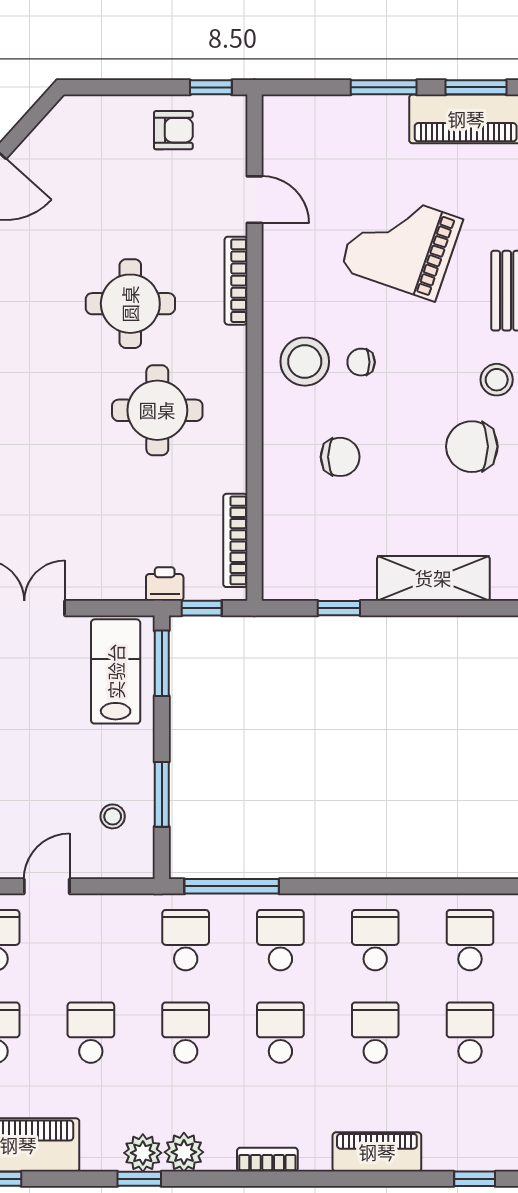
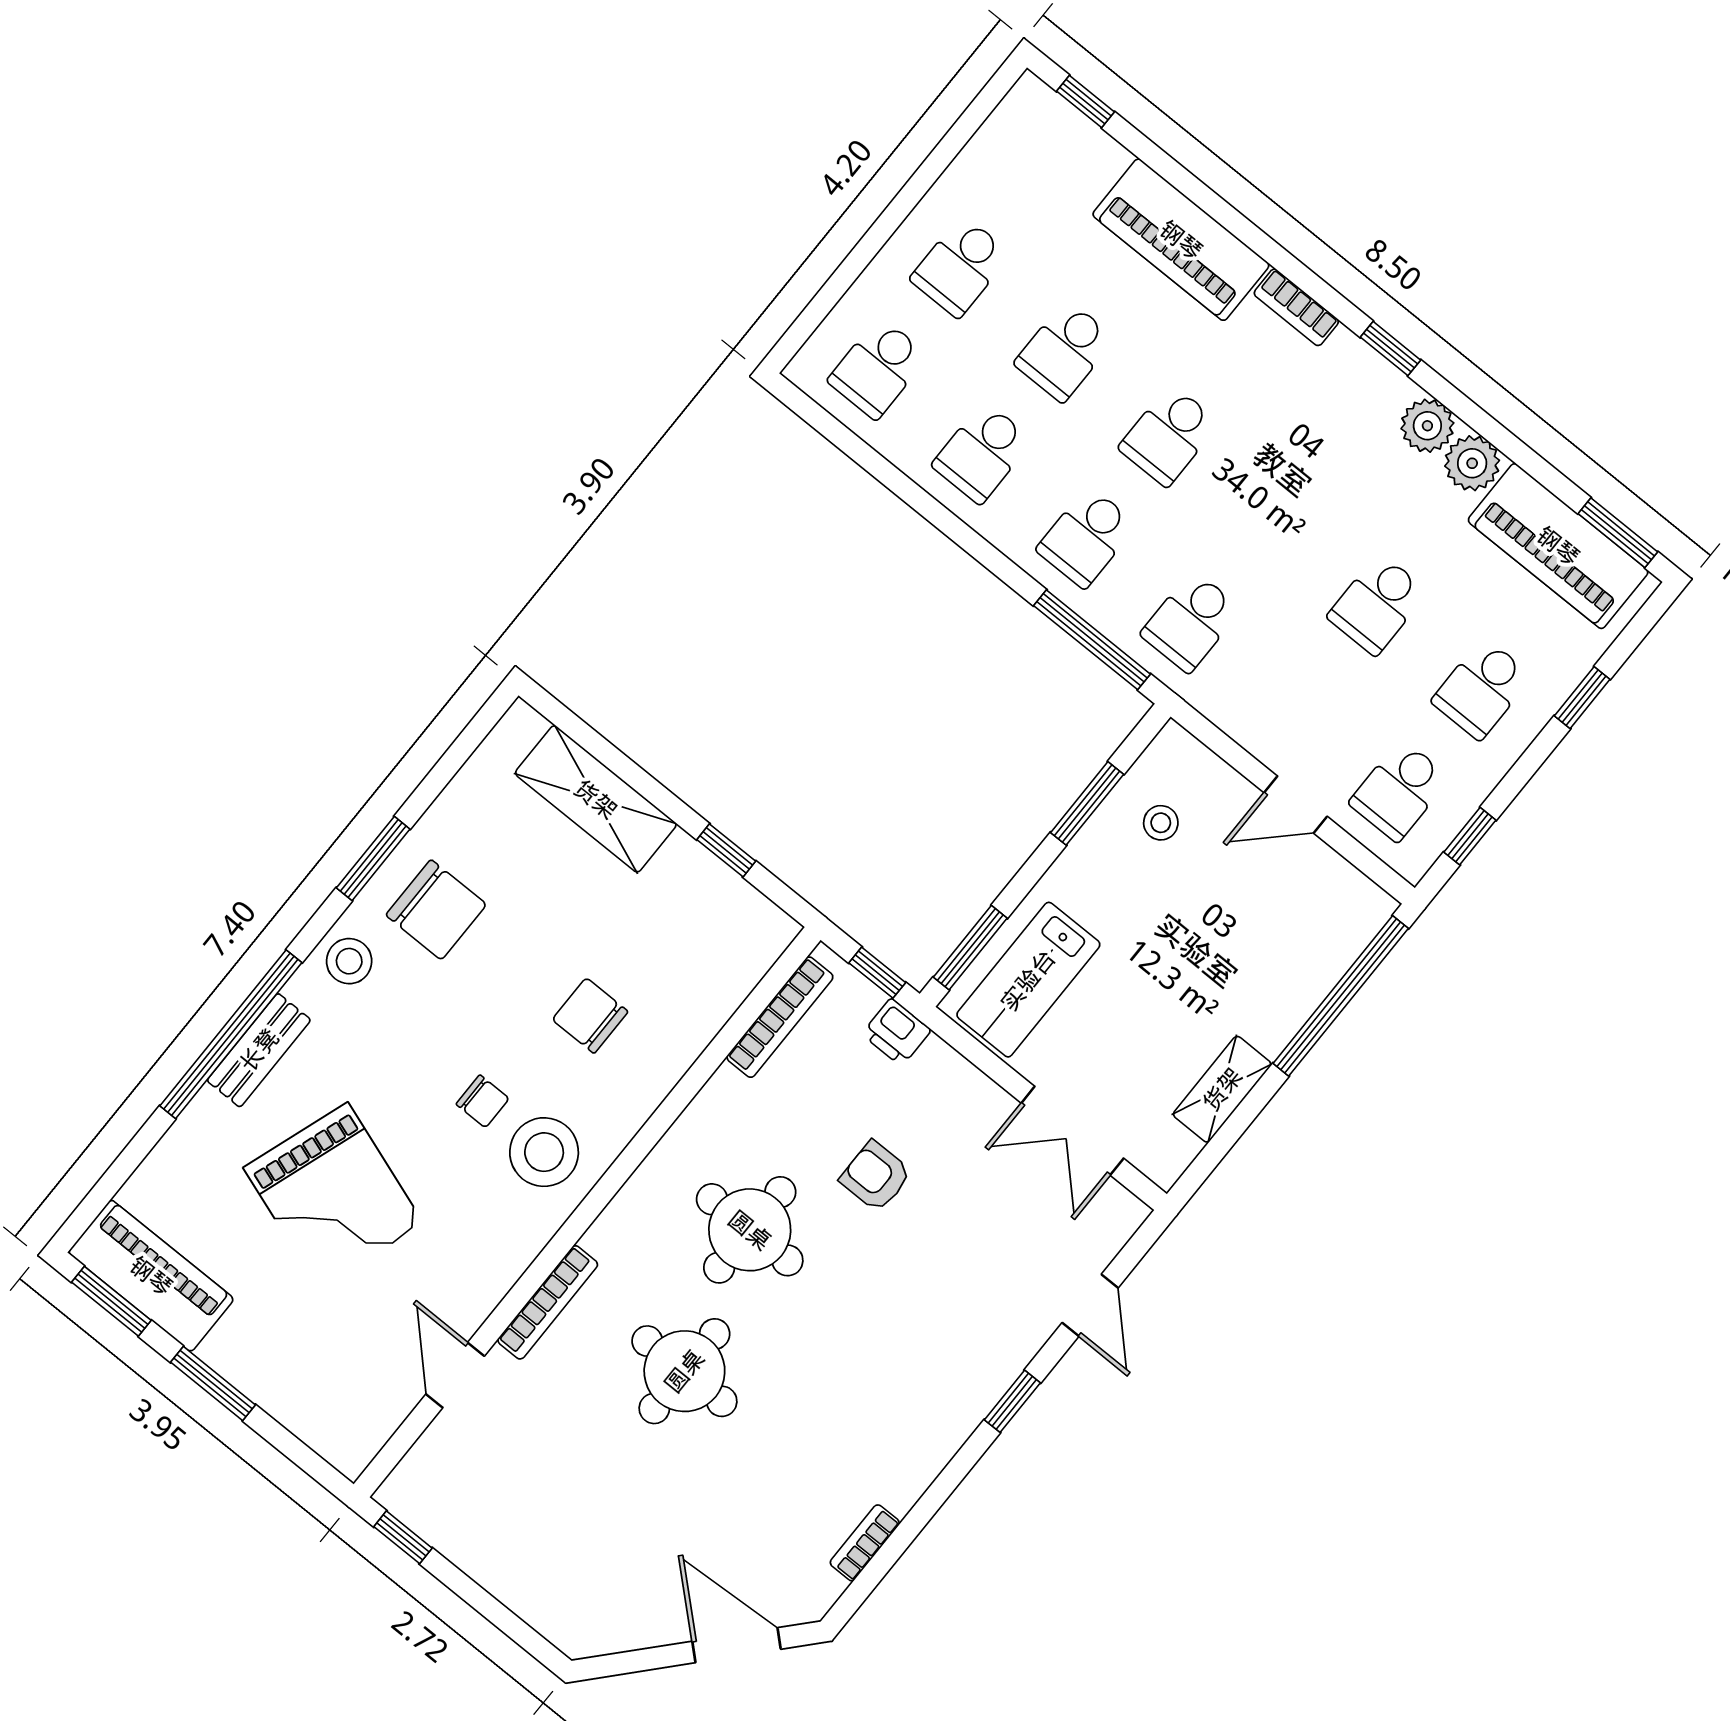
armchair: (173, 130) -> (876, 1176), moved
school desk: (186, 1033) -> (1273, 520), removed
plant: (184, 1152) -> (1472, 463), moved
piano: (377, 1152) -> (1181, 240), width x1.37, depth x1.33
window: (139, 1179) -> (1391, 349), moved

